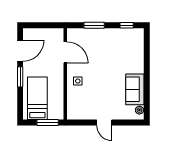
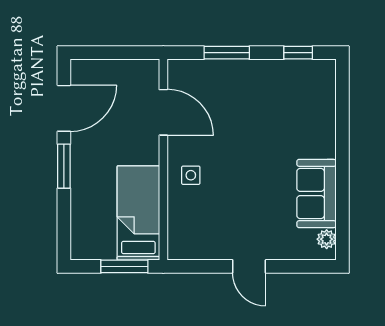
bed: (37, 98) -> (138, 213), moved

